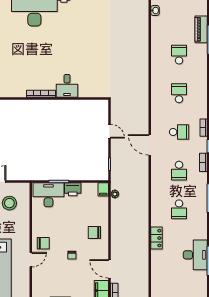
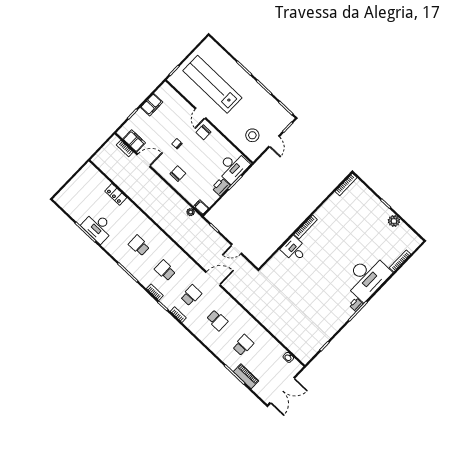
school desk: (179, 55) -> (243, 345), turned -90
school desk: (179, 132) -> (191, 295), turned 180
door: (150, 145) -> (213, 279), moved
locker: (157, 238) -> (116, 194), moved

